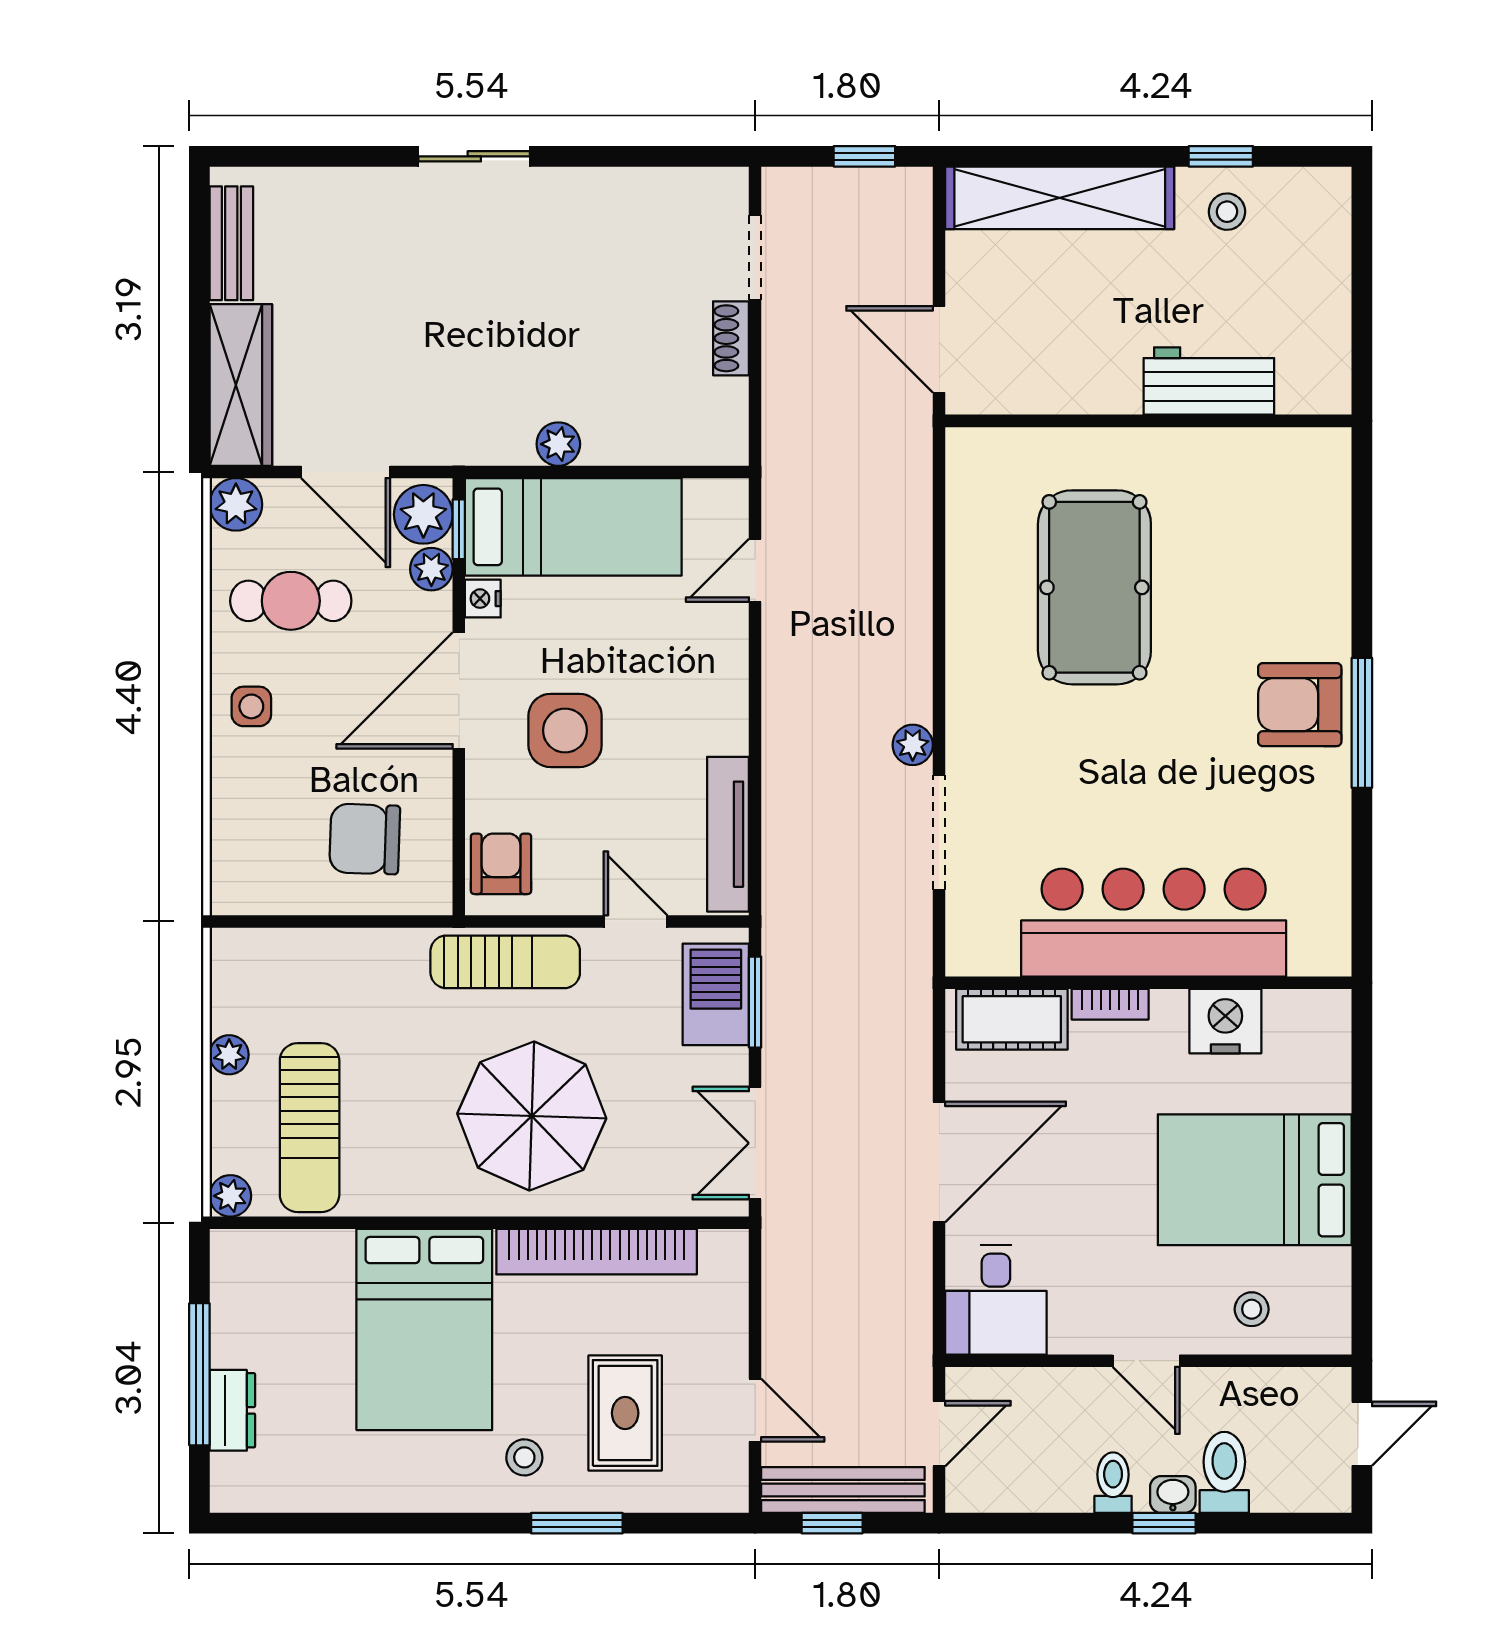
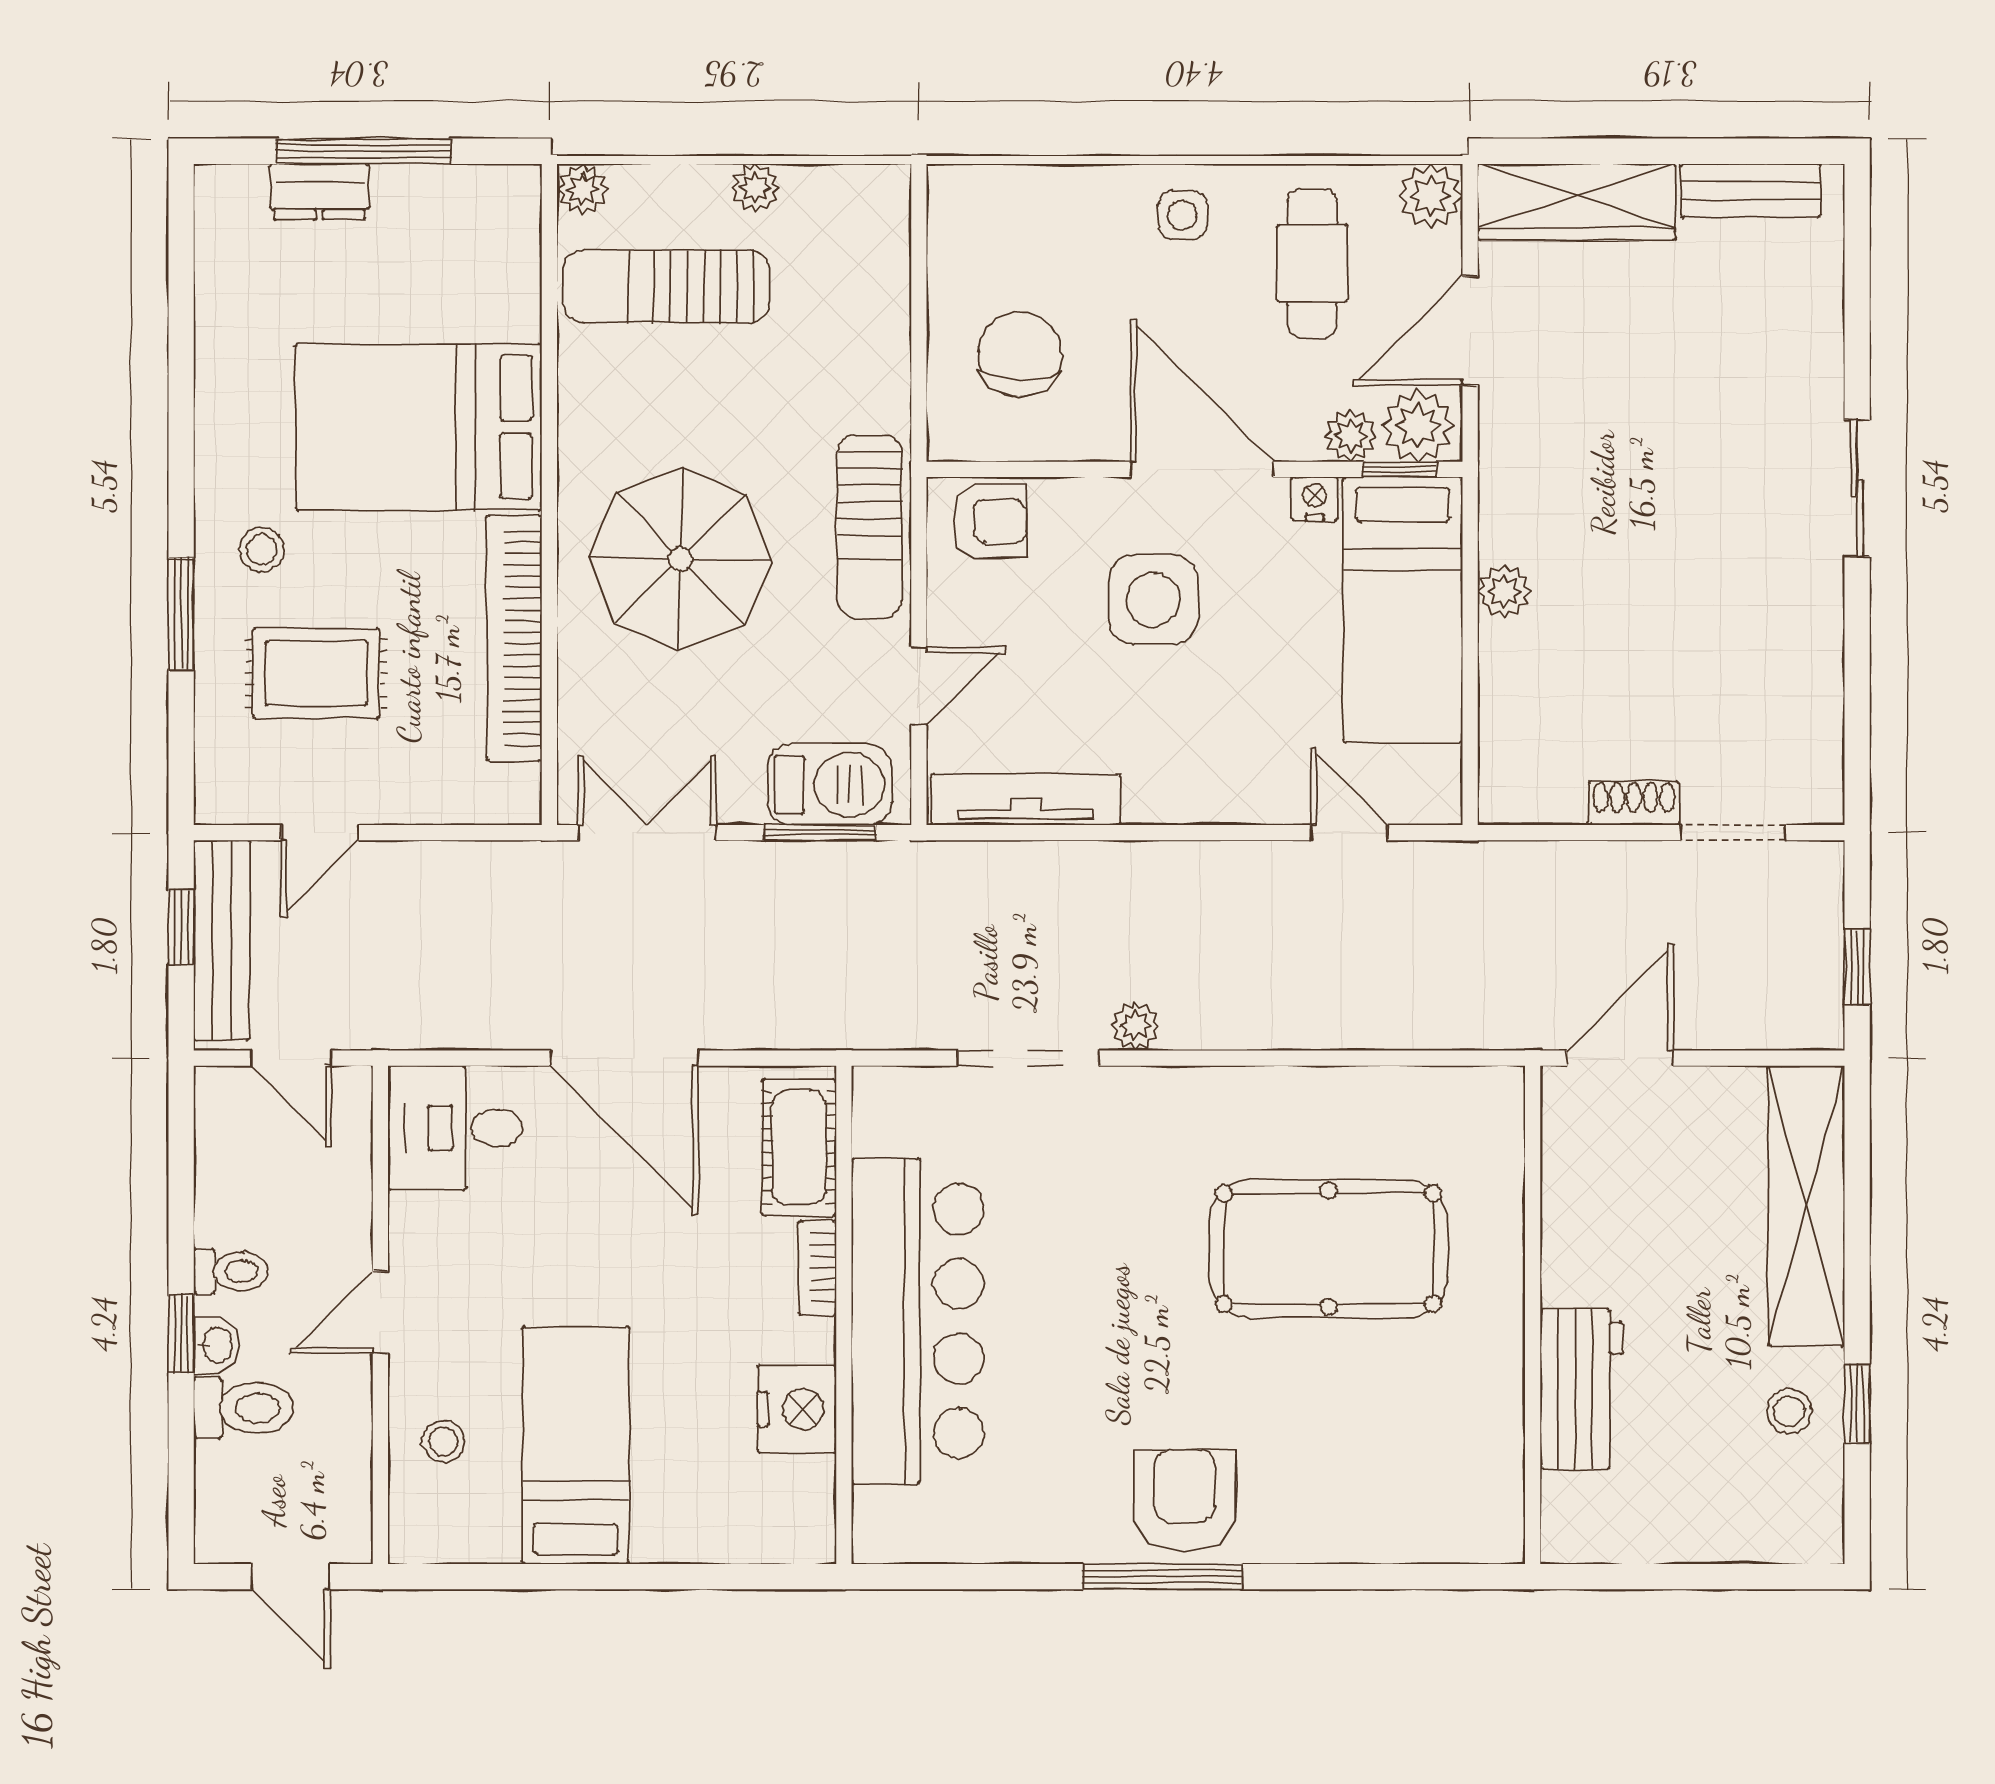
bed: (1255, 1180) -> (575, 1445), width x0.67

